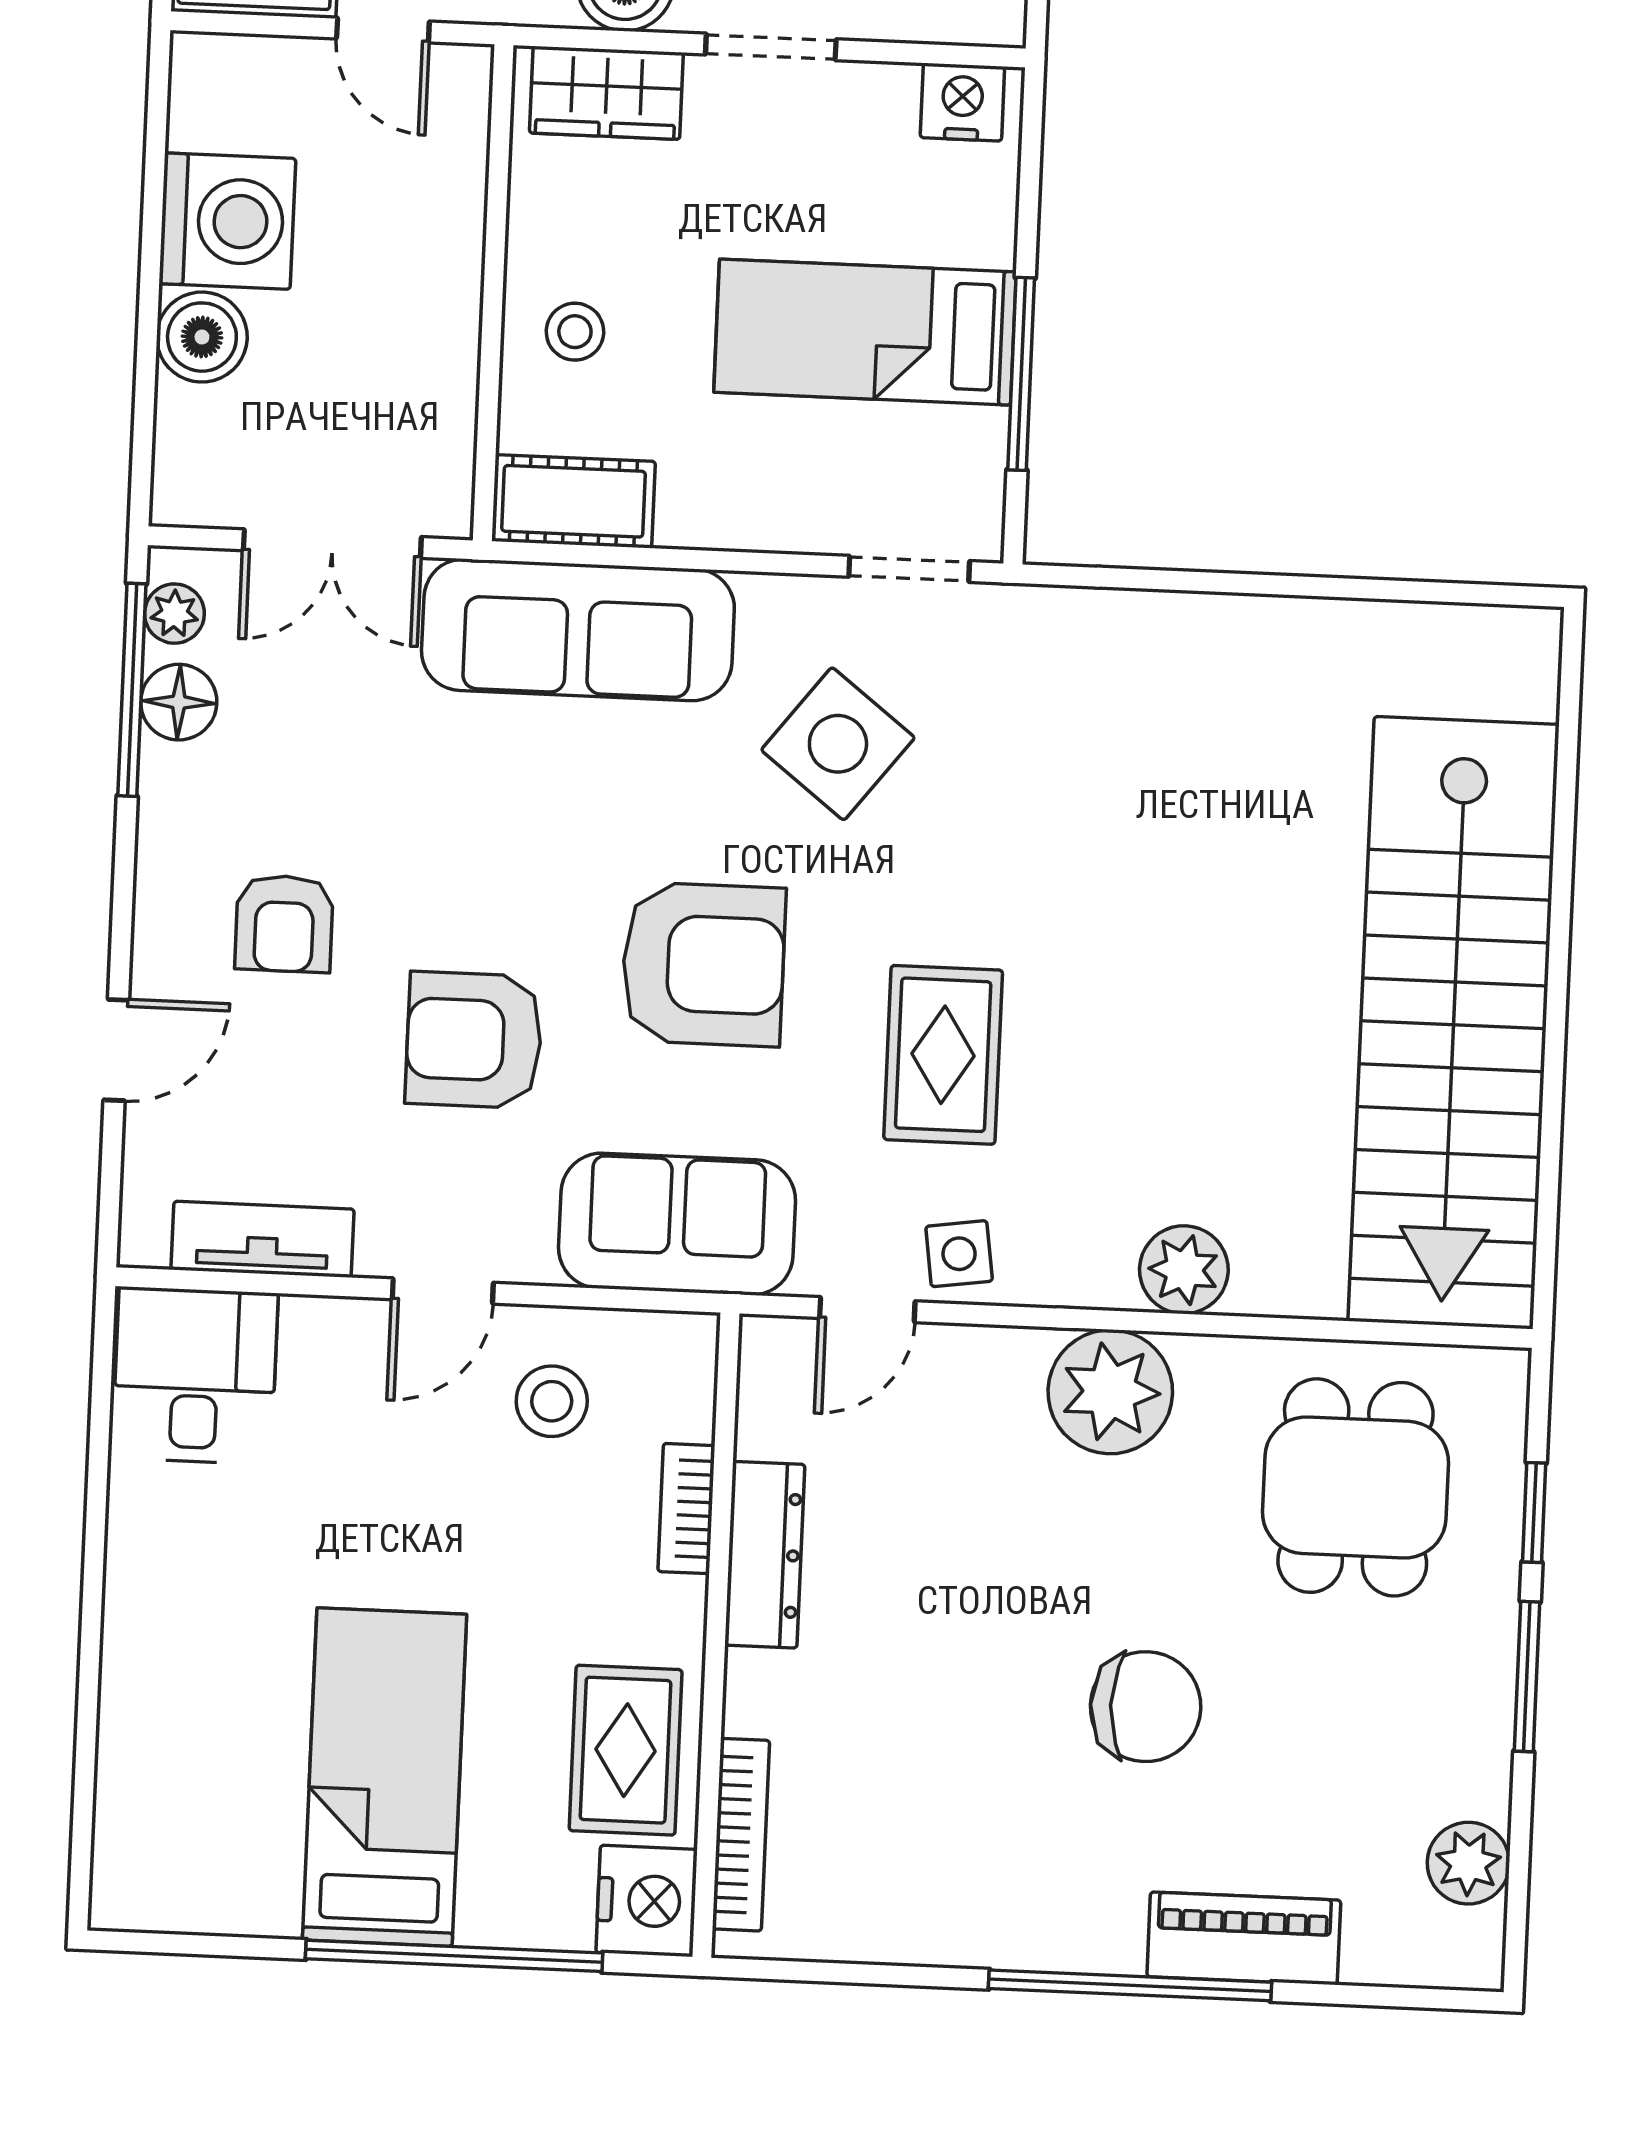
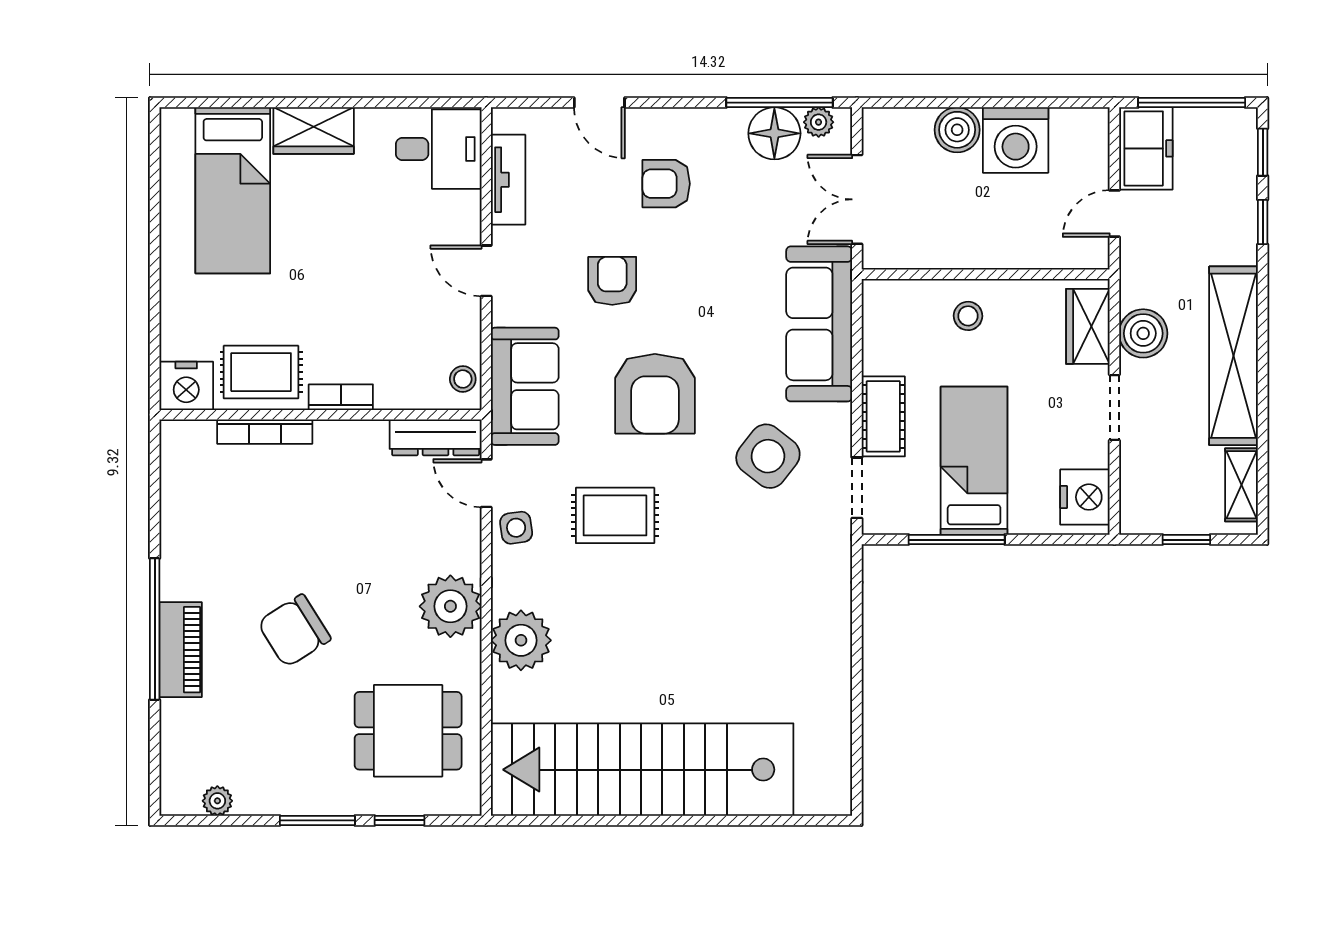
nightstand: (962, 102) -> (1085, 497), width x1.36, depth x1.33
cot: (574, 501) -> (883, 416), moved
floor lamp: (179, 702) -> (774, 133), width x1.38, depth x1.38
armchair: (474, 1040) -> (612, 281), width x0.72, depth x0.72
plant: (1184, 1270) -> (521, 640), width x1.36, depth x1.36
stool: (552, 1401) -> (463, 379), moved, width x0.73, depth x0.73
bookcase: (686, 1509) -> (341, 397), moved
dresser: (765, 1555) -> (436, 437), moved
wardrobe: (147, 1624) -> (314, 131), added
chair: (1146, 1707) -> (294, 631), turned 58
bed: (385, 1777) -> (233, 190), moved, turned 90
bookcase: (741, 1835) -> (265, 432), moved
plant: (1468, 1863) -> (217, 801), width x0.73, depth x0.73
piano: (1244, 1938) -> (181, 650), moved
window: (454, 1956) -> (155, 291), removed

